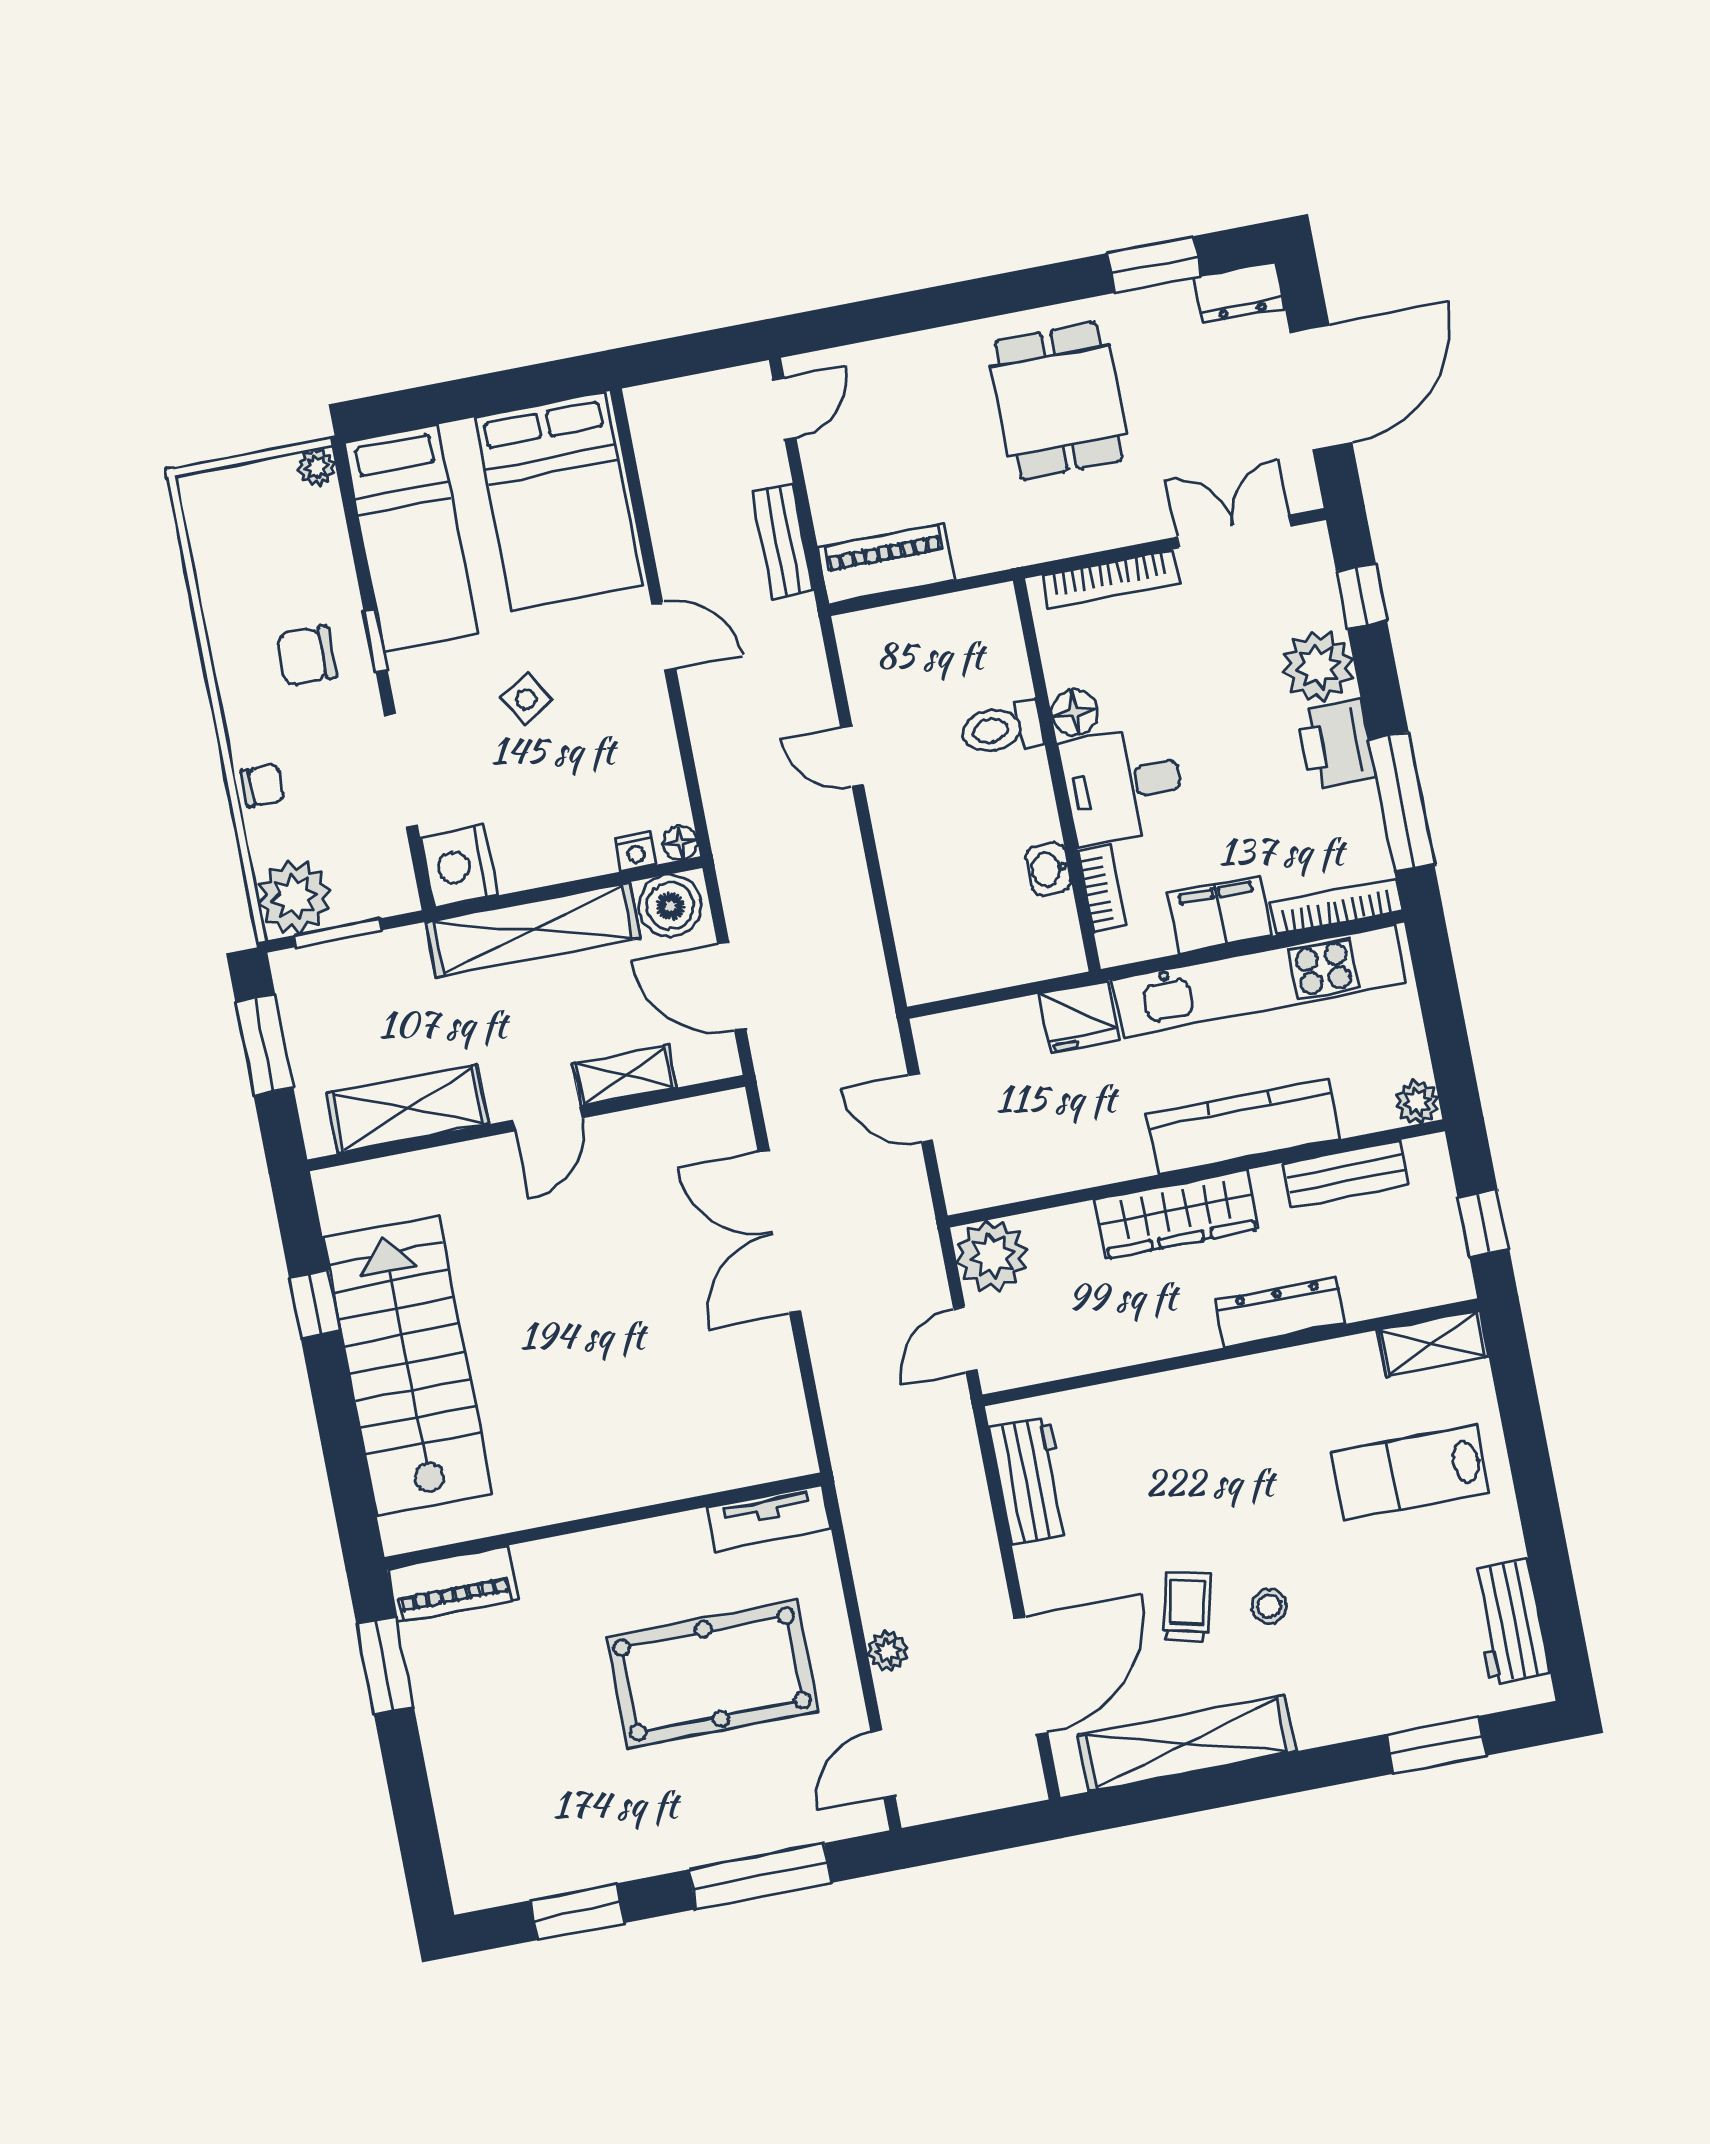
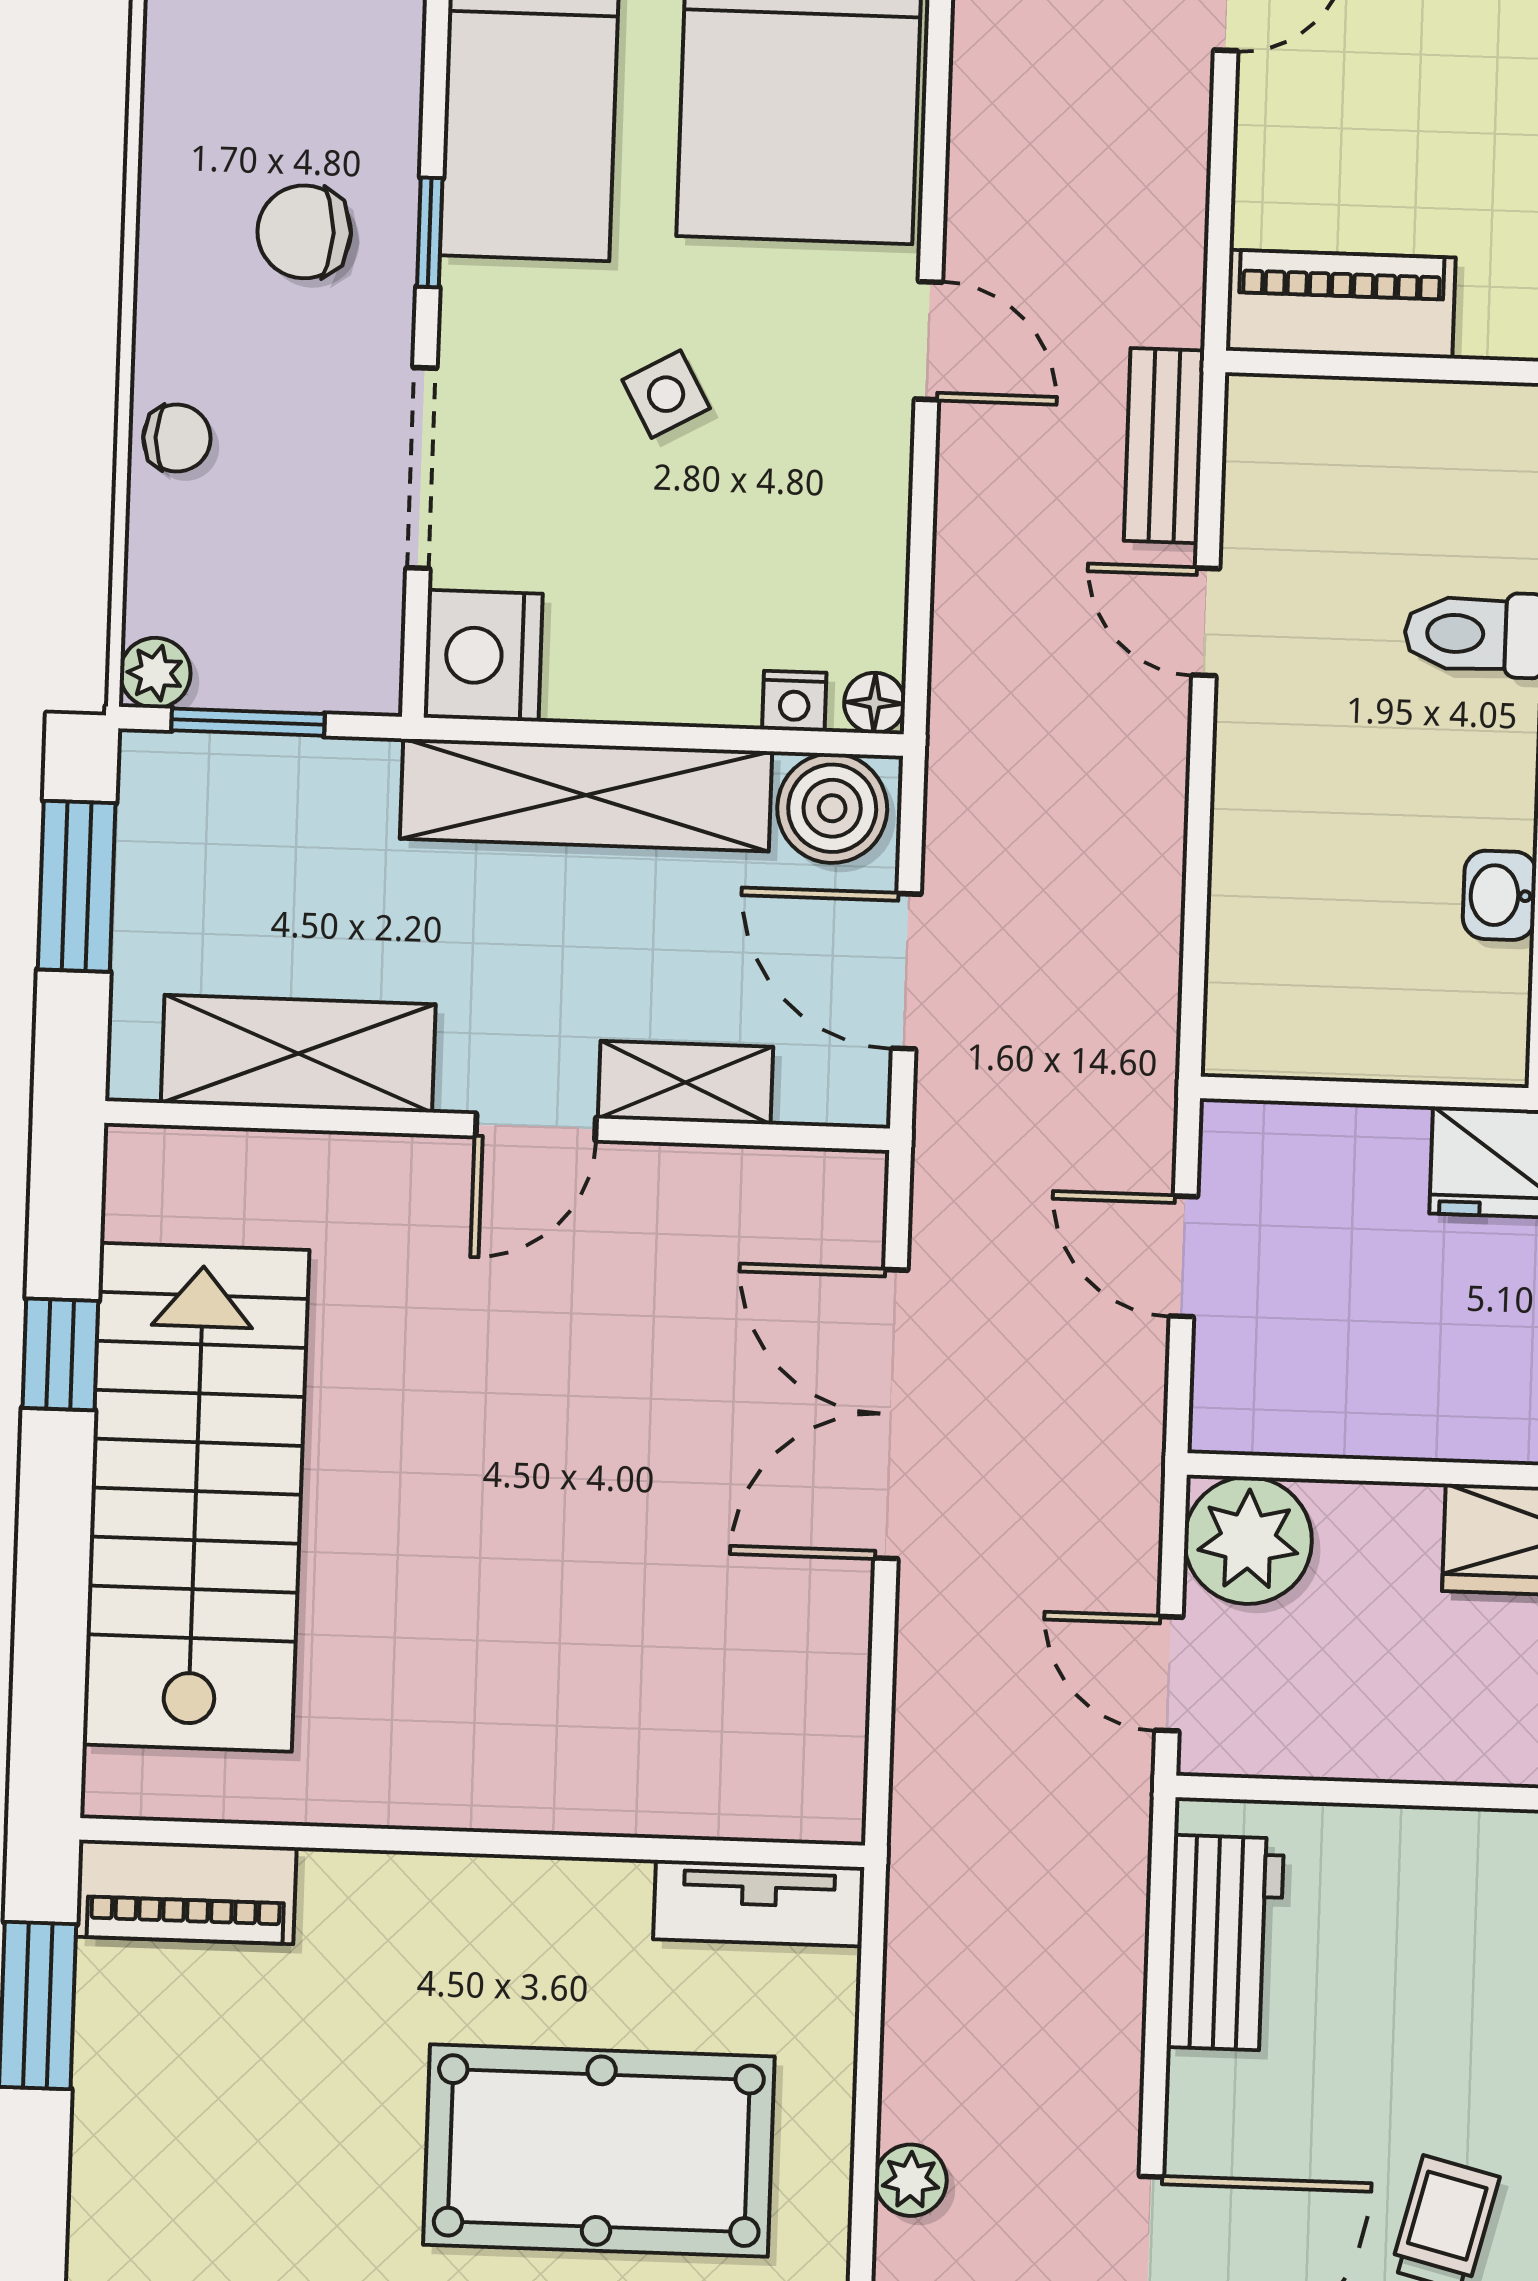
bench: (783, 541) -> (1164, 446), moved
plant: (294, 897) -> (155, 673), width x0.53, depth x0.53
door: (965, 1339) -> (1169, 1674), hinge flipped

